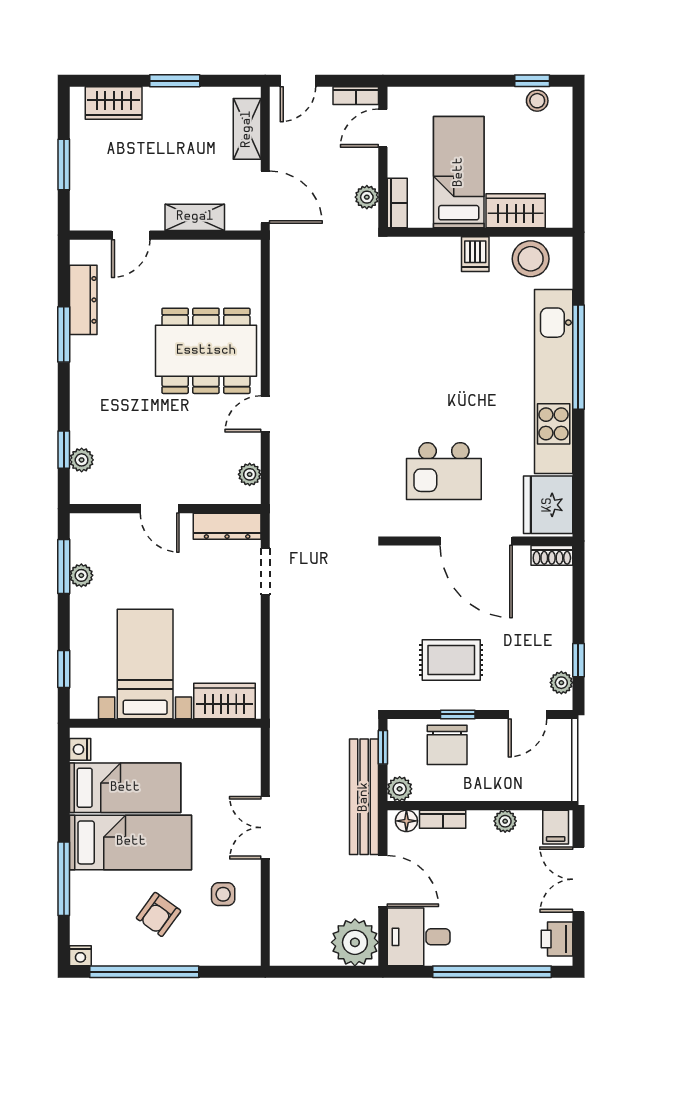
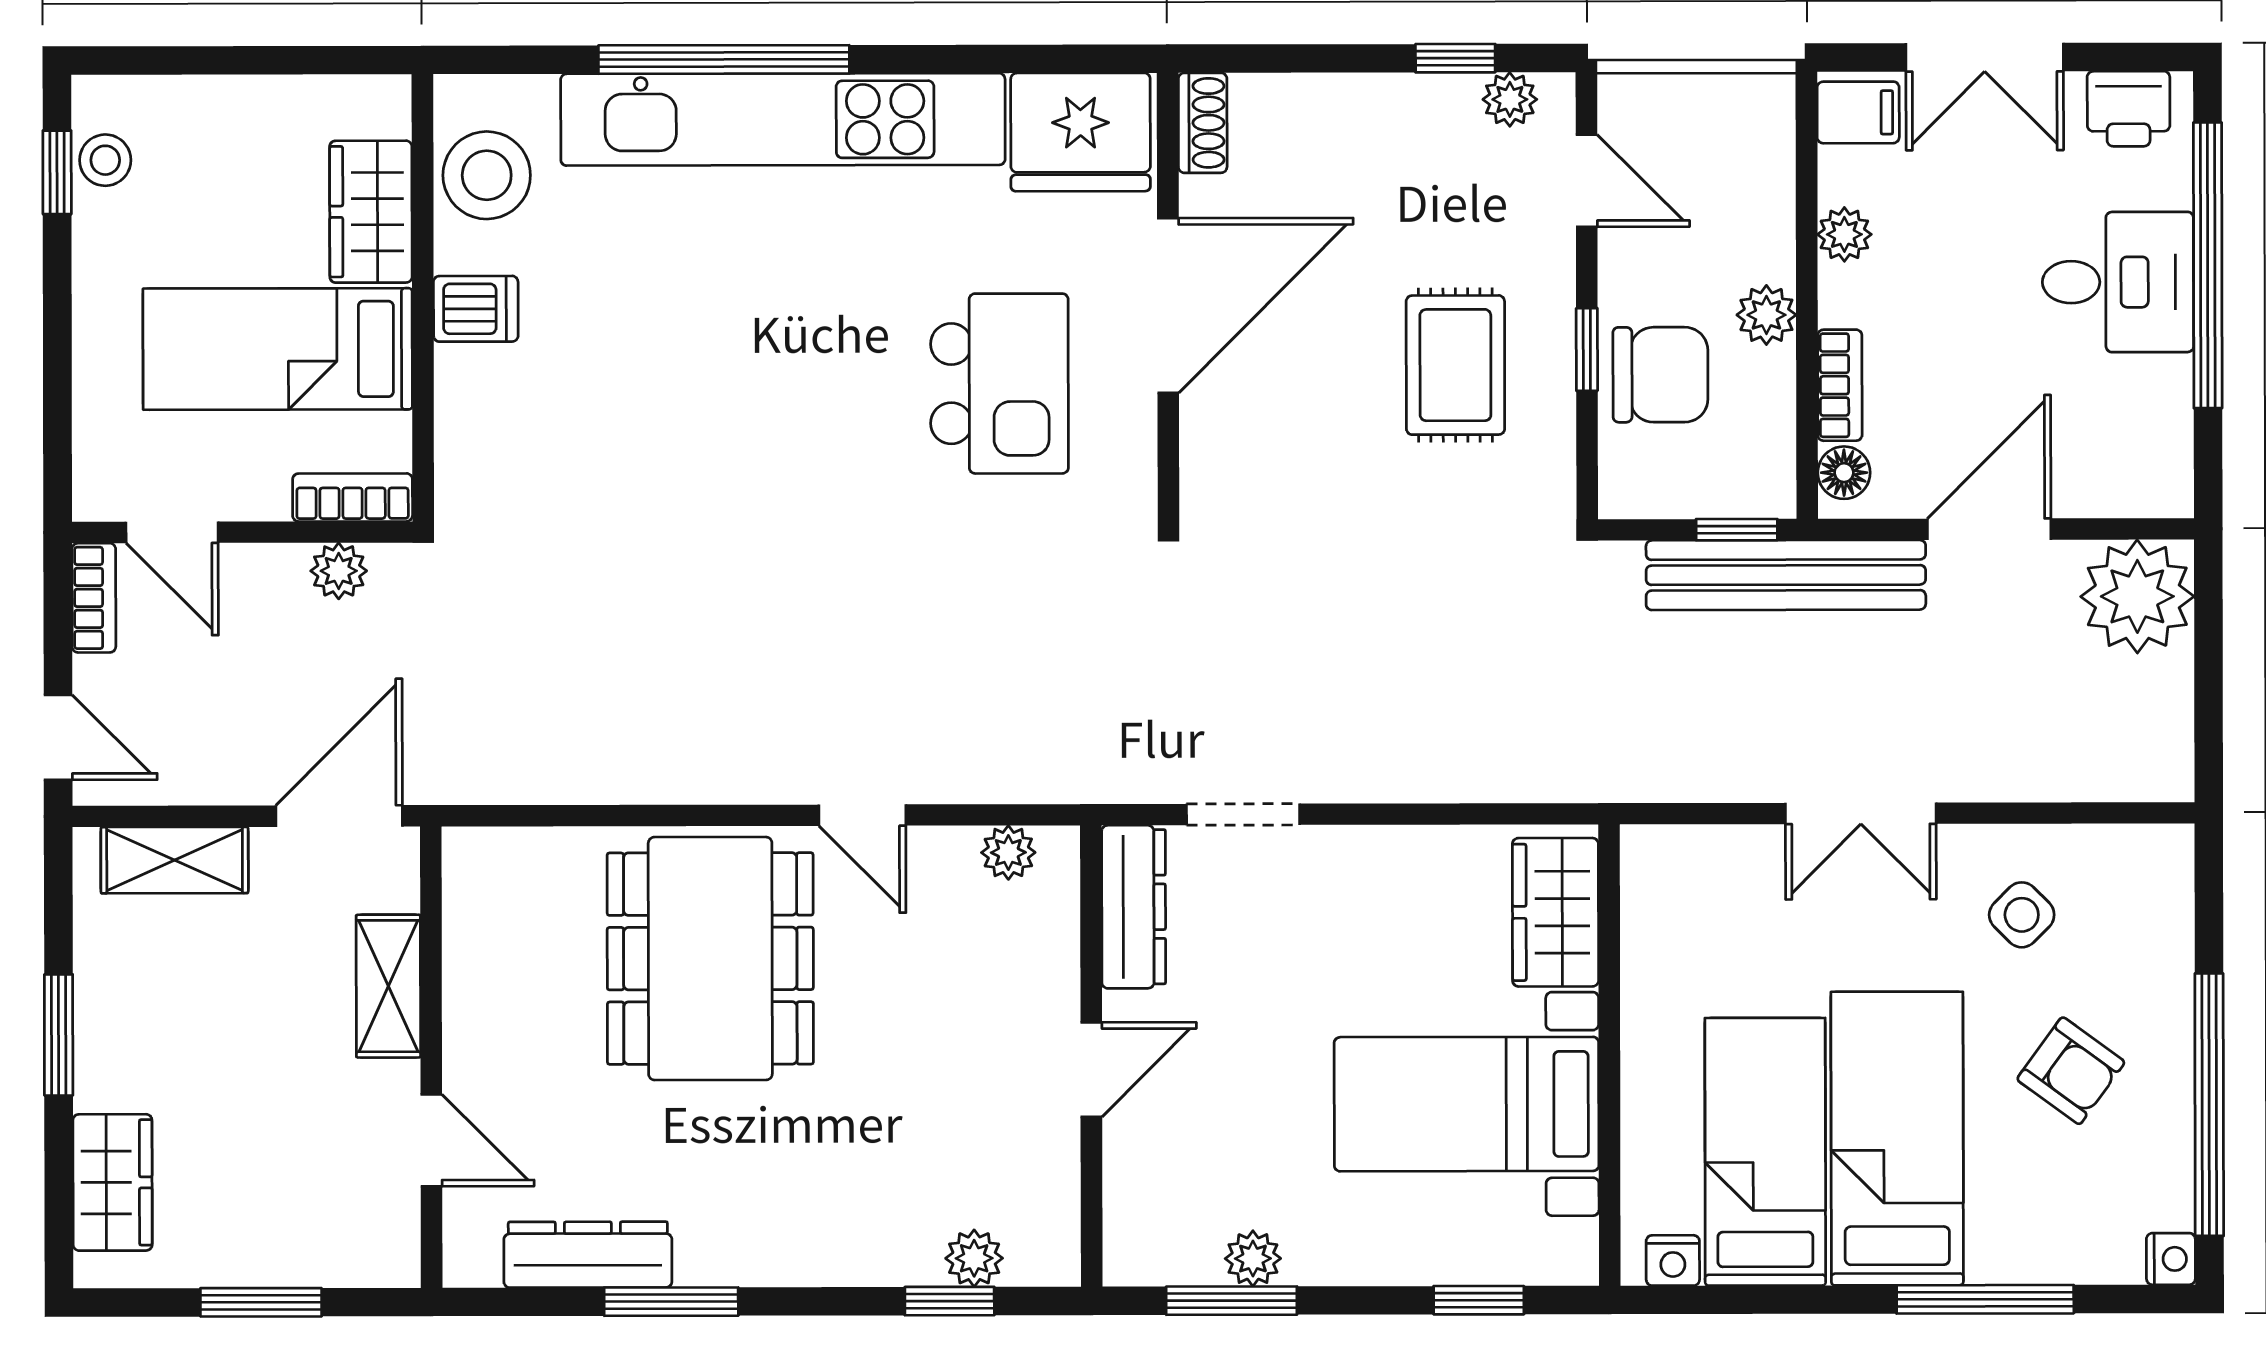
window: (383, 747) -> (1737, 530), moved
plant: (400, 789) -> (1766, 315), moved
side table: (223, 894) -> (2022, 915), turned 45
desk: (419, 937) -> (2118, 282), moved, turned -90

